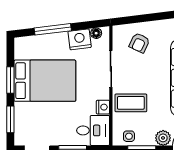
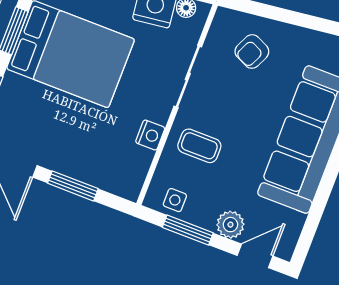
coffee table: (131, 103) -> (199, 146), width x0.73, depth x0.77
desk: (93, 130) -> (119, 168), removed

